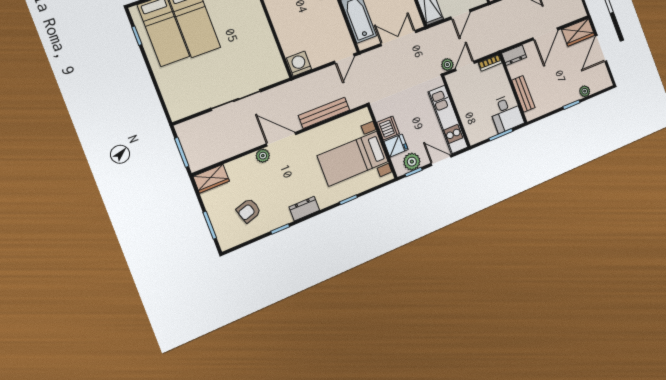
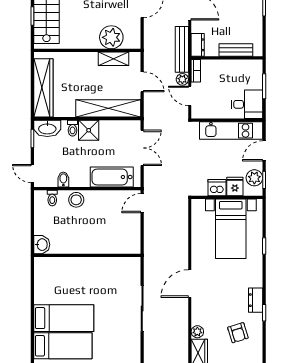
double door: (398, 38) -> (142, 148), swing flipped
door: (344, 59) -> (142, 203), swing flipped
washing machine: (299, 64) -> (132, 244), removed
plant: (447, 65) -> (182, 79), moved
bench: (324, 113) -> (182, 49), moved
desk: (506, 113) -> (247, 104), moved
plant: (263, 156) -> (197, 332), moved
dresser: (304, 209) -> (256, 300), moved

